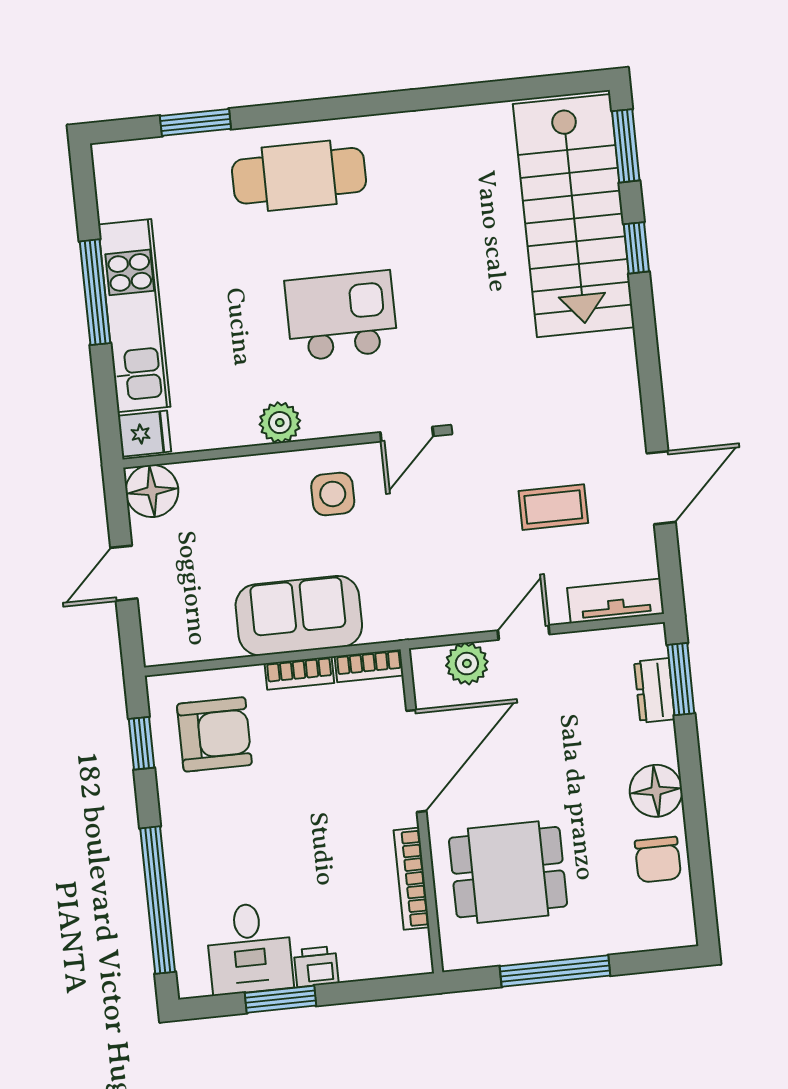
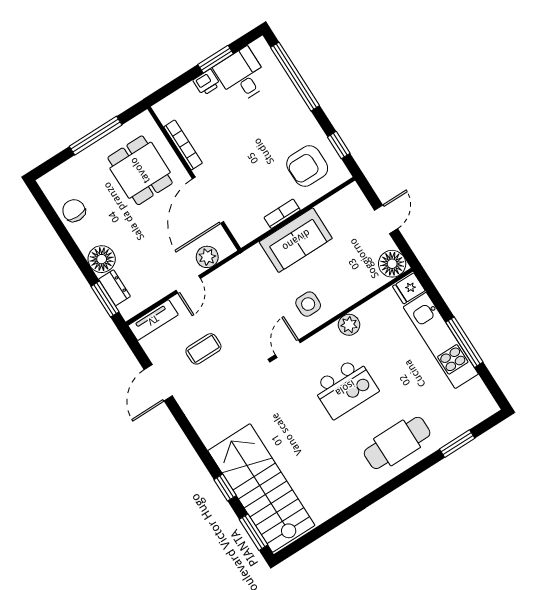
bookcase: (369, 666) -> (252, 233), removed
floor lamp: (656, 791) -> (102, 259), moved
dining table: (508, 872) -> (140, 170), turned 90

